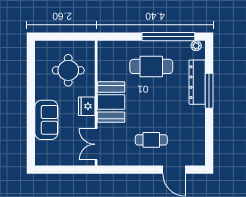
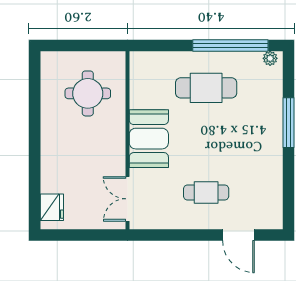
dresser: (197, 82) -> (272, 110), removed
fridge: (87, 106) -> (52, 207), moved, turned 180
sofa: (46, 120) -> (57, 164), removed

